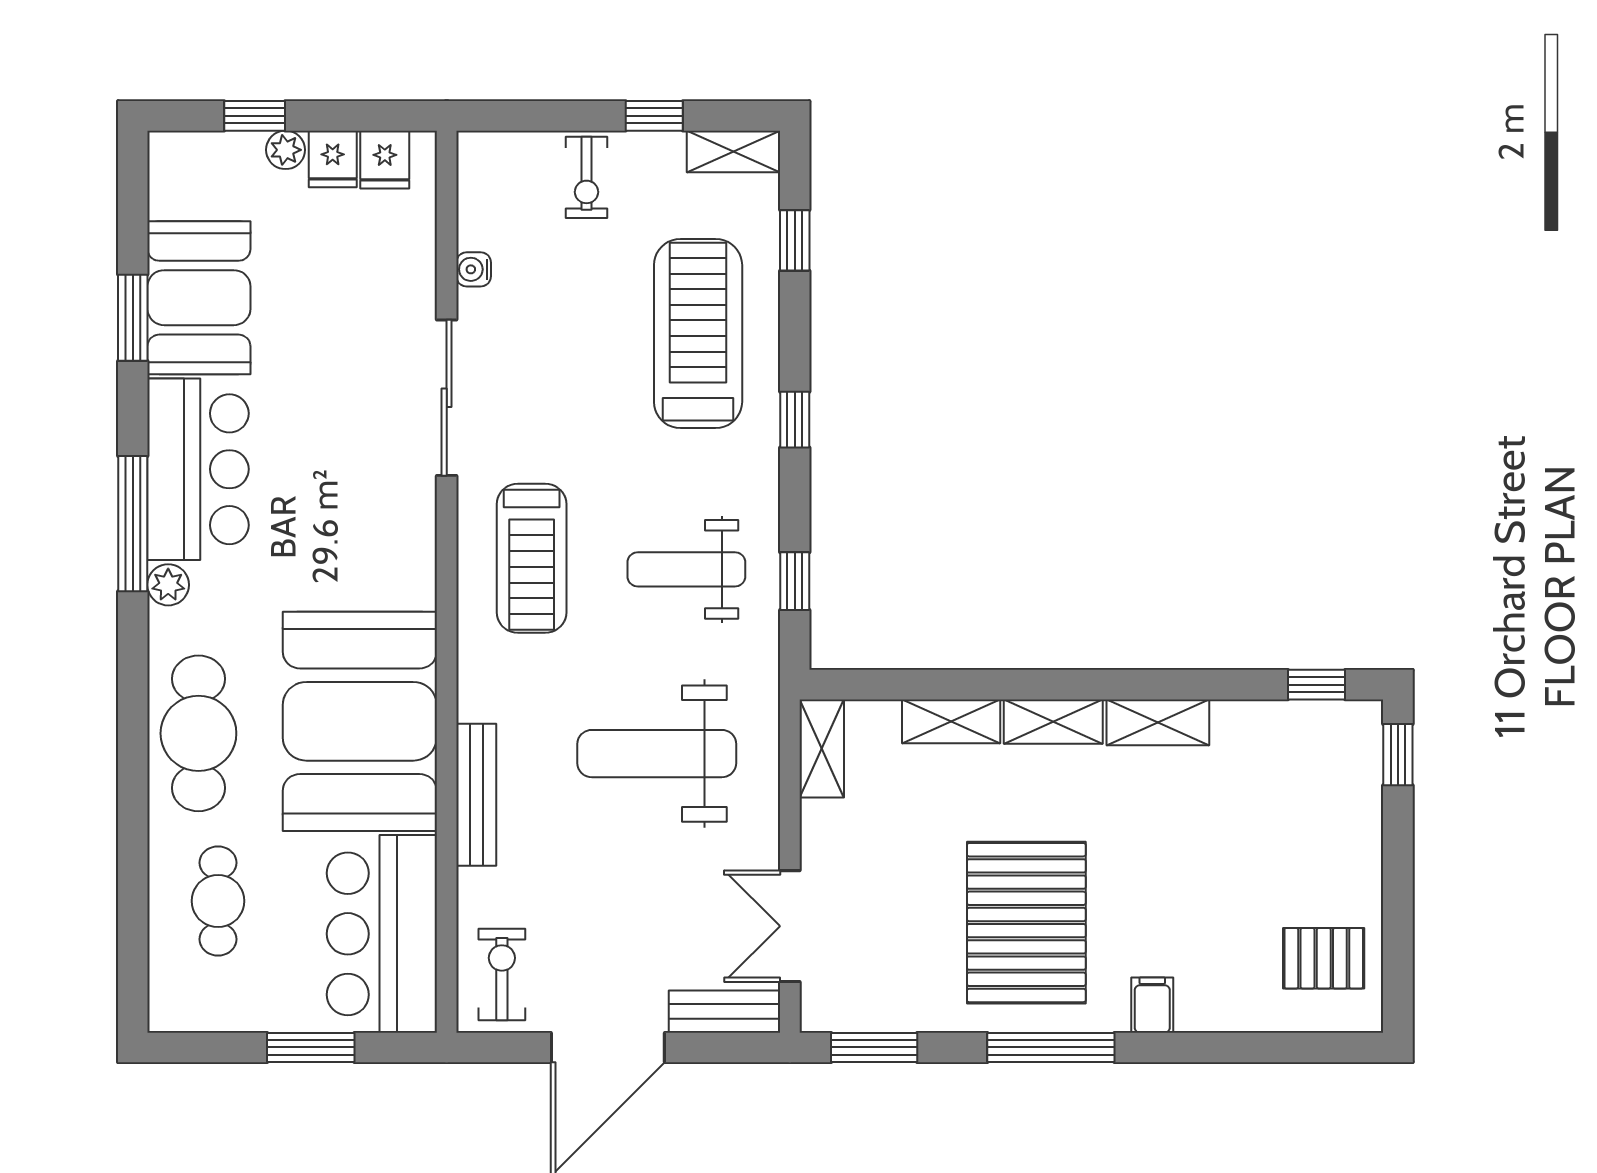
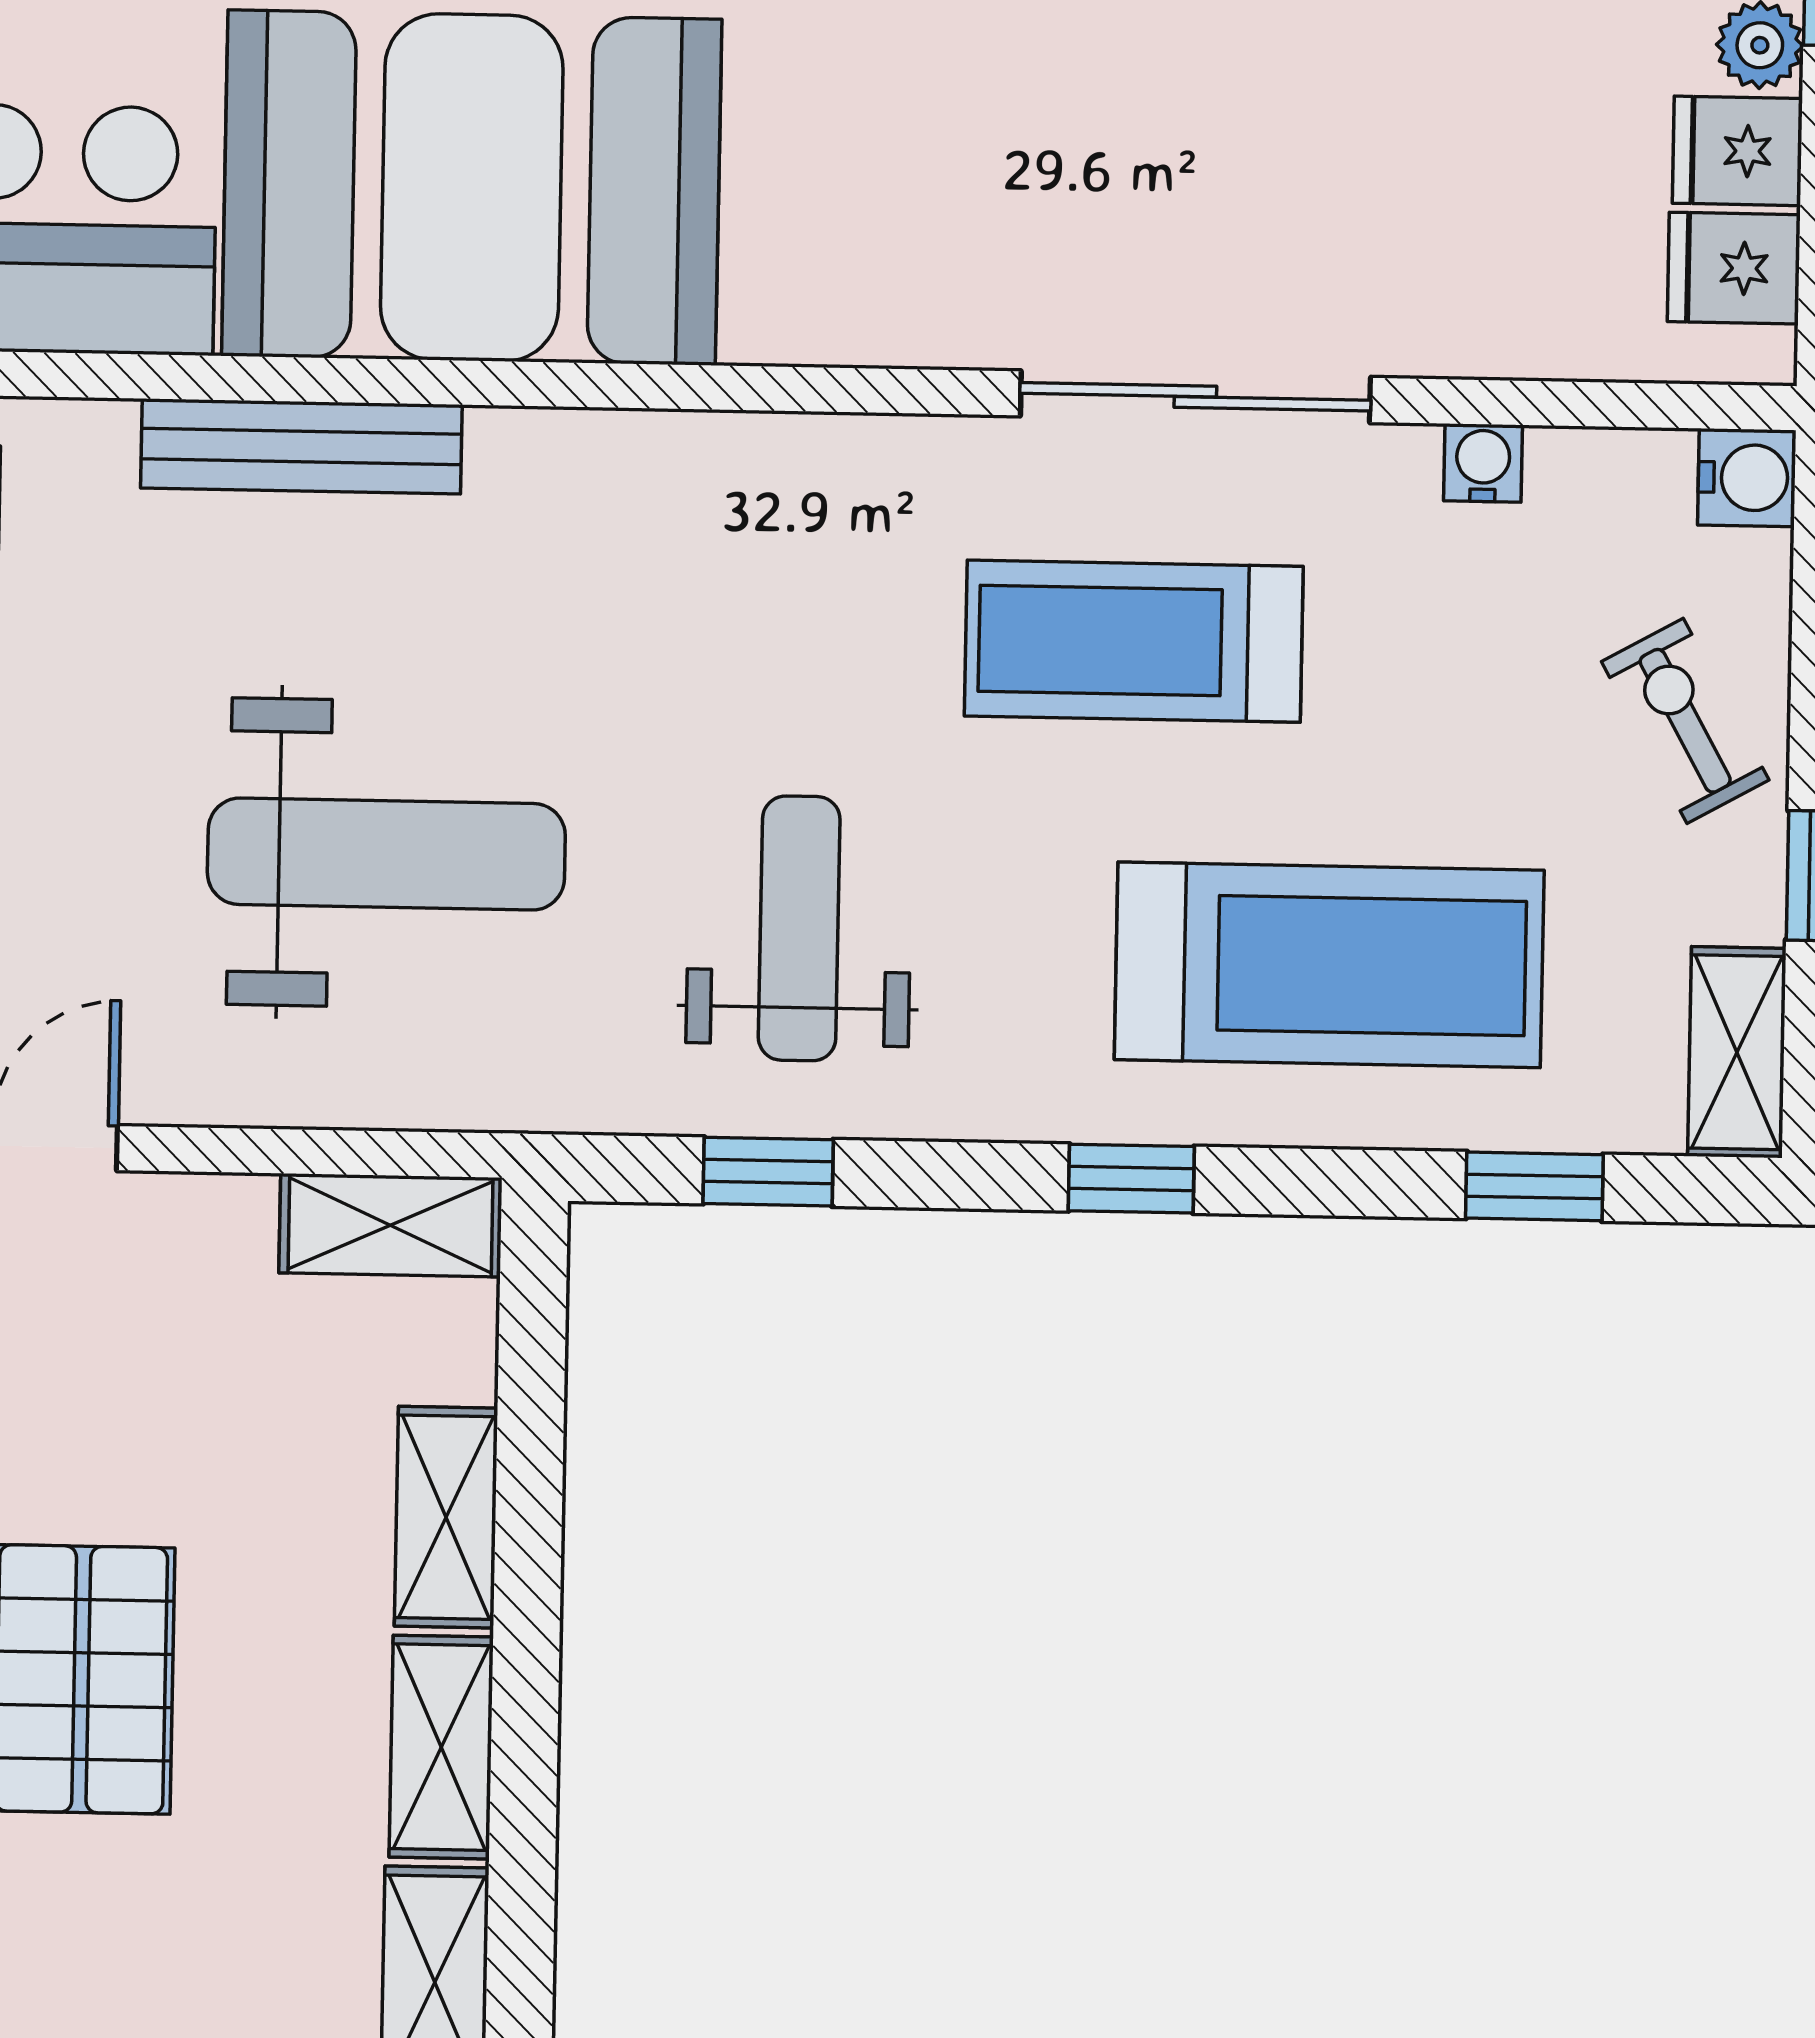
water cooler: (478, 152) -> (1747, 478), added
exercise bike: (586, 177) -> (1685, 721), turned 61
treadmill: (532, 558) -> (1134, 641), moved
weight bench: (657, 754) -> (386, 854), turned 90

